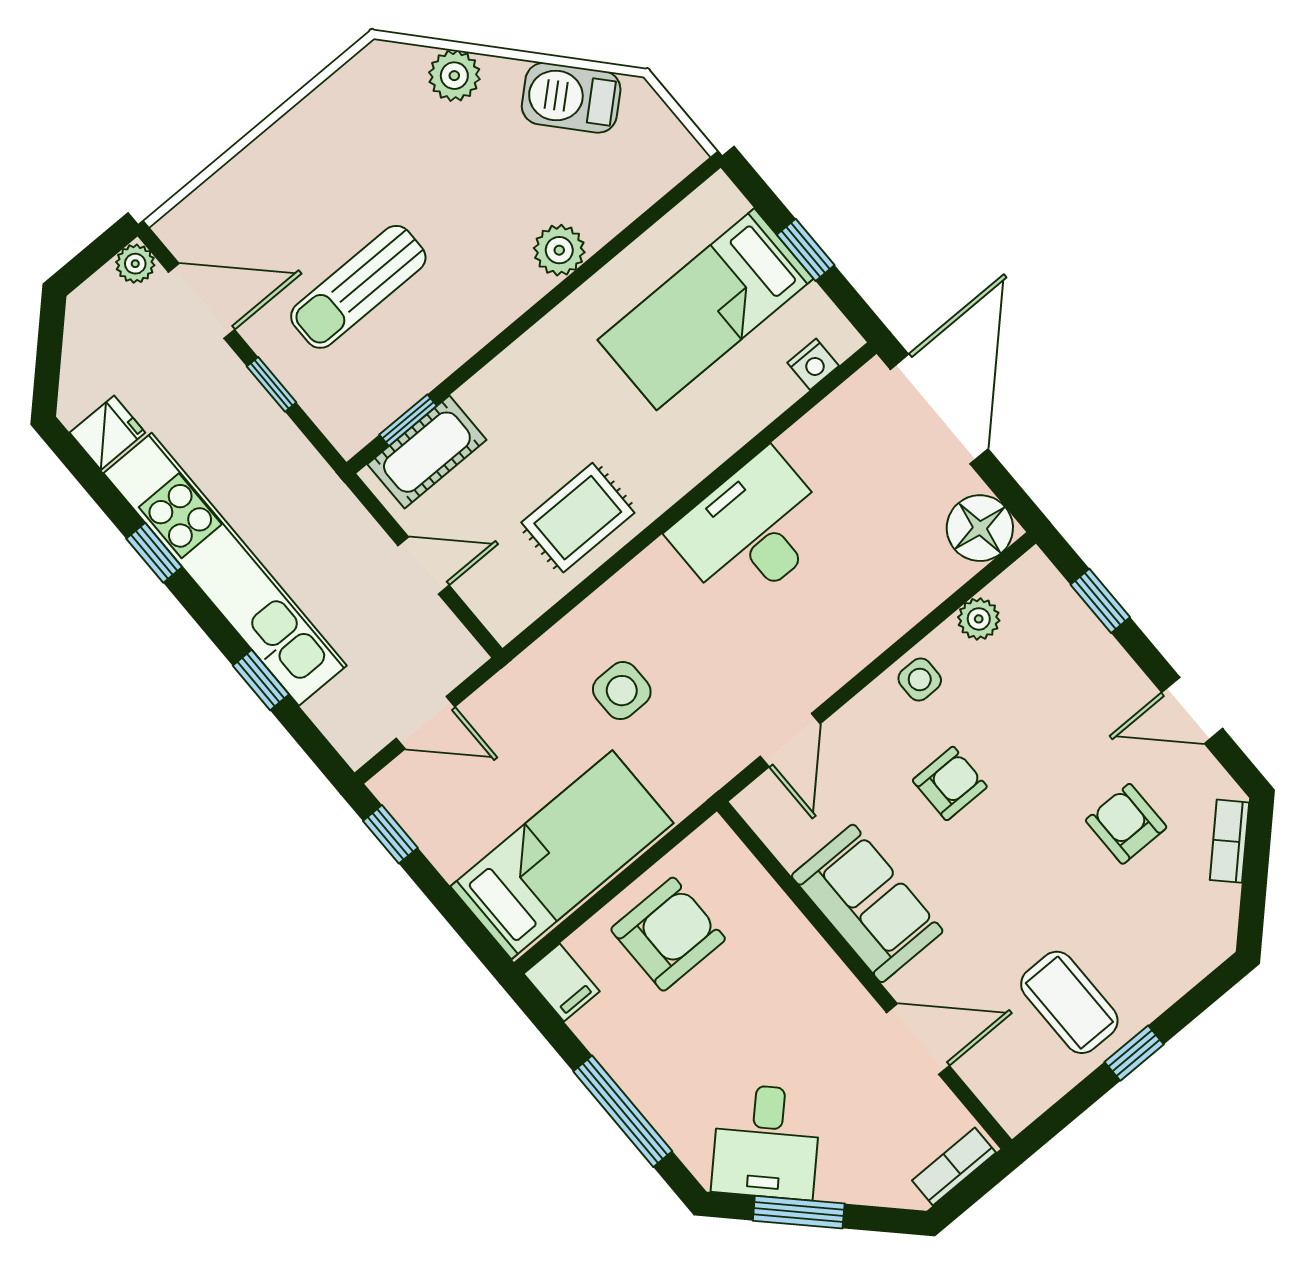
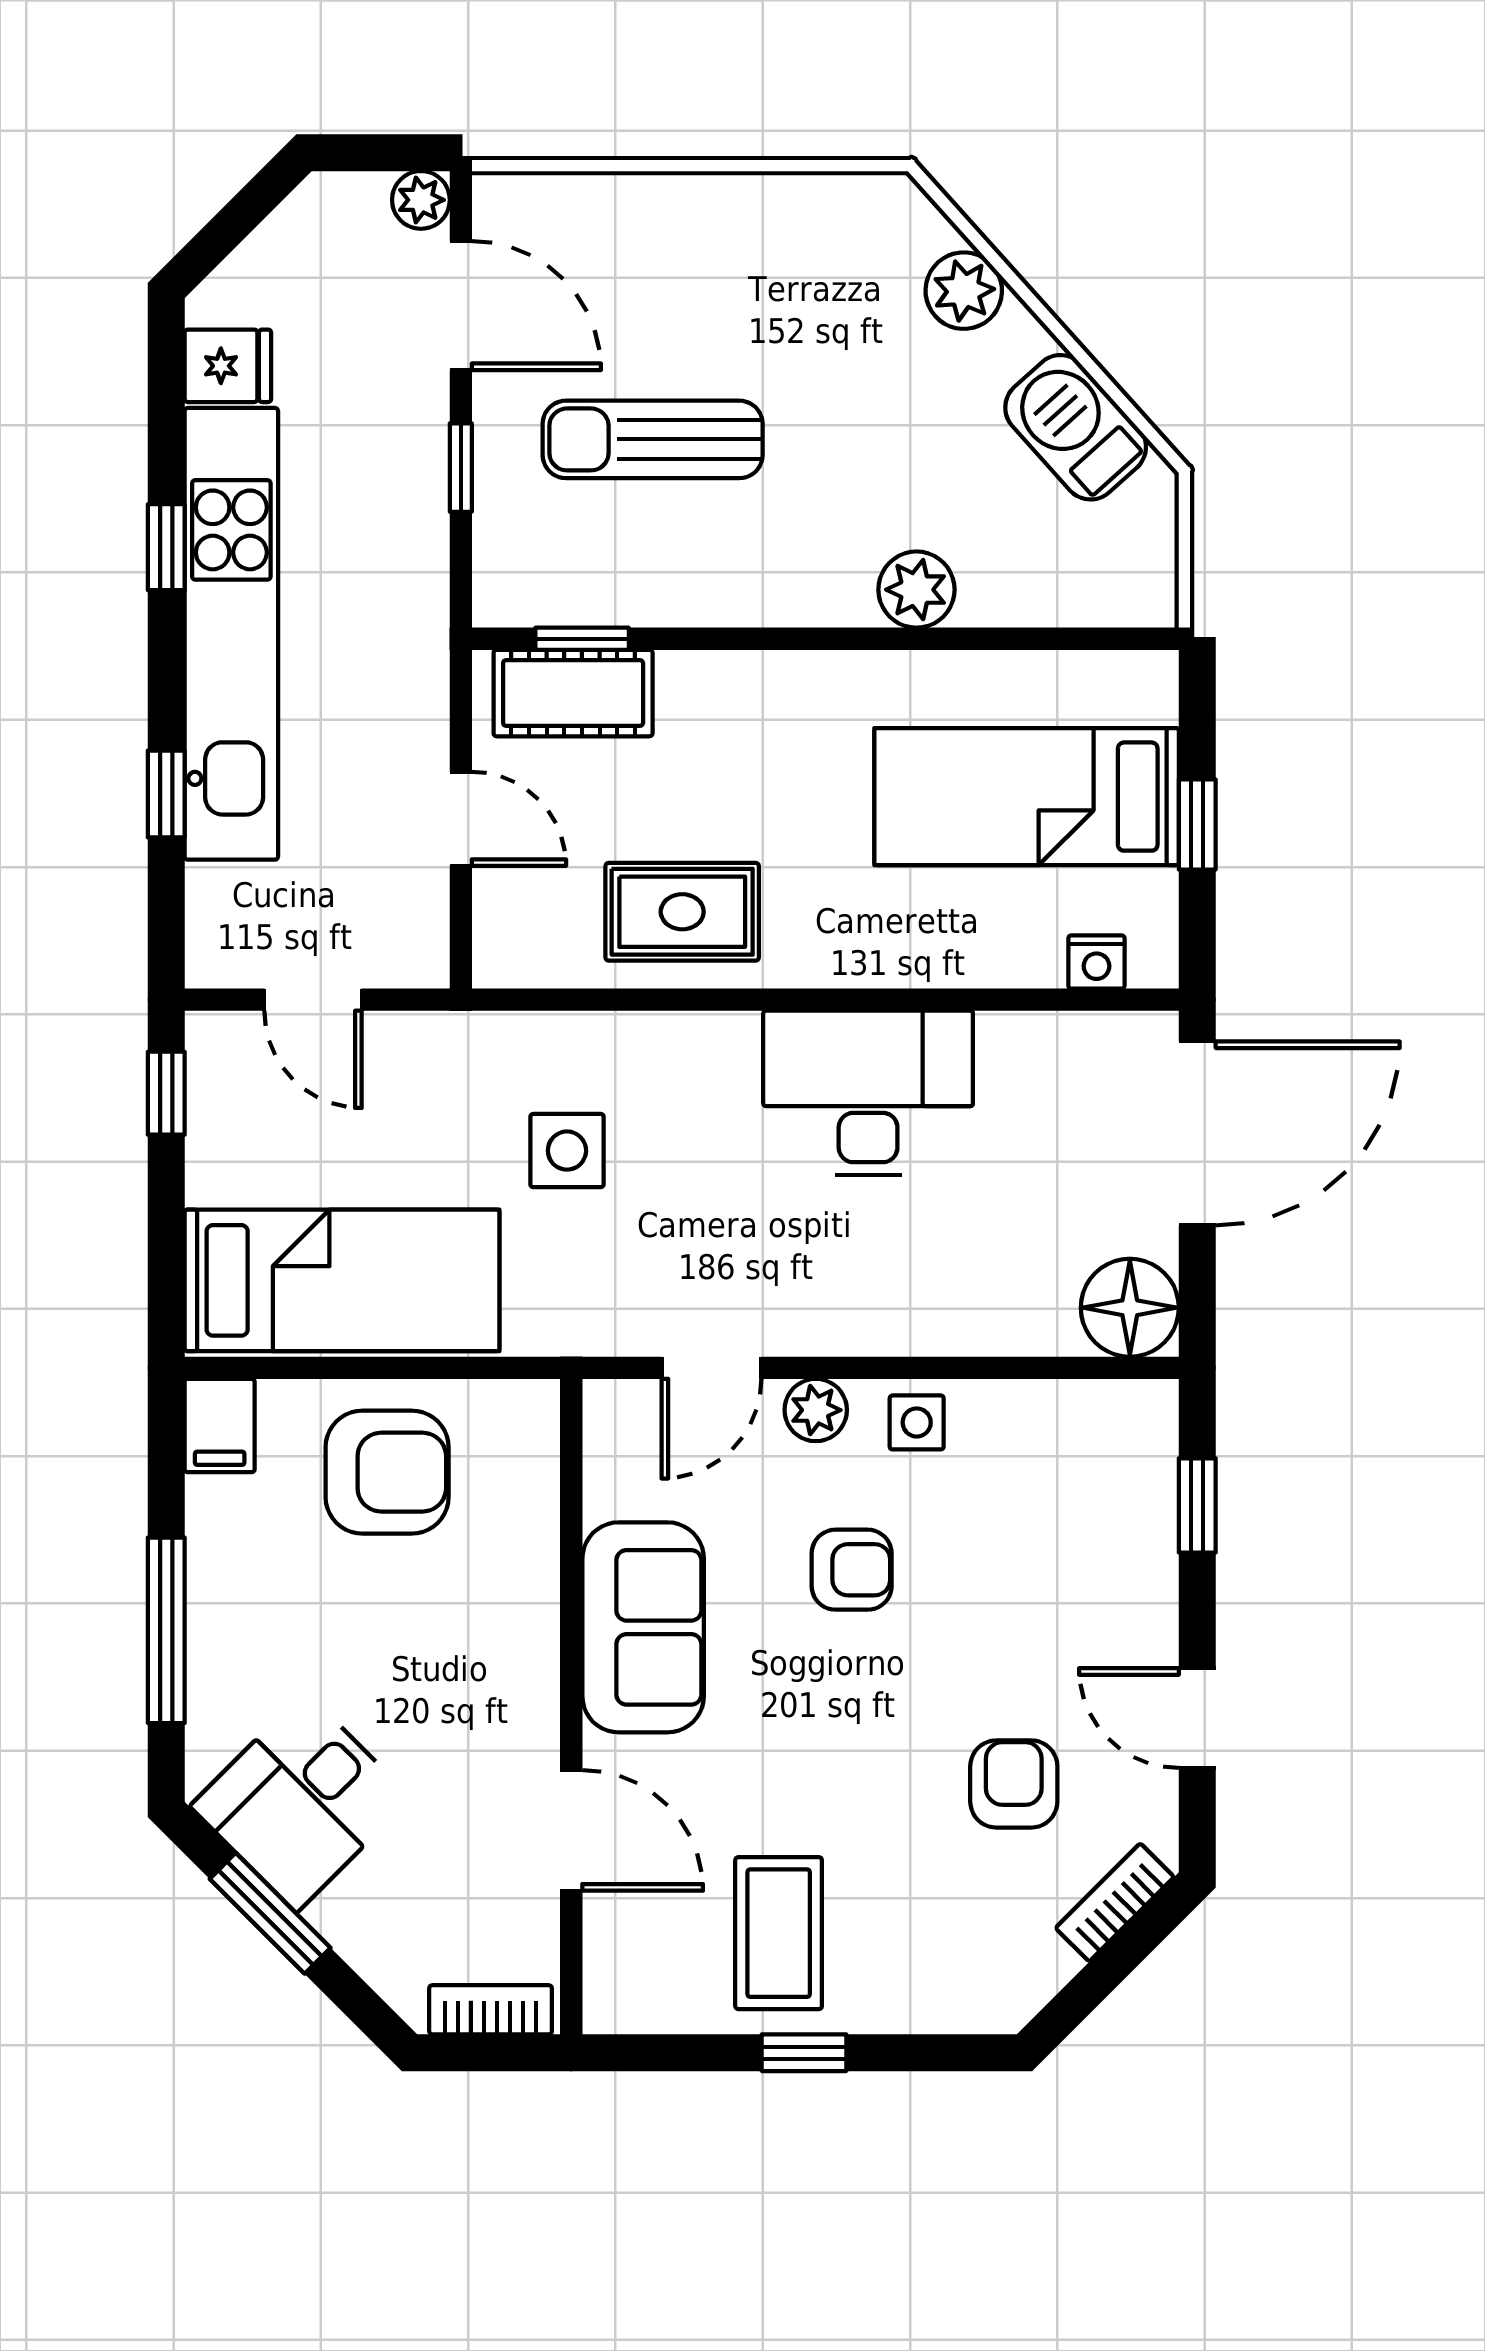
plant: (979, 619) -> (816, 1410), moved

